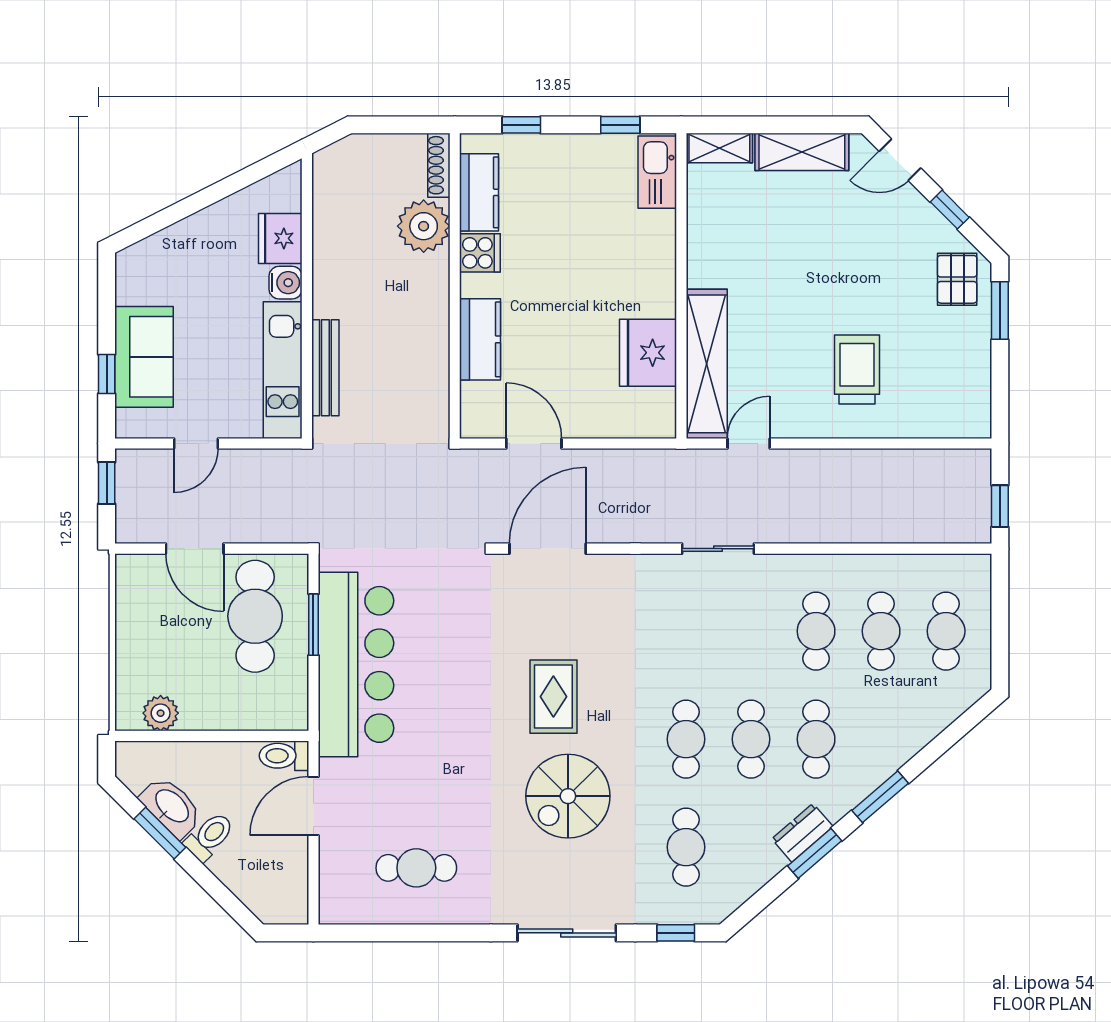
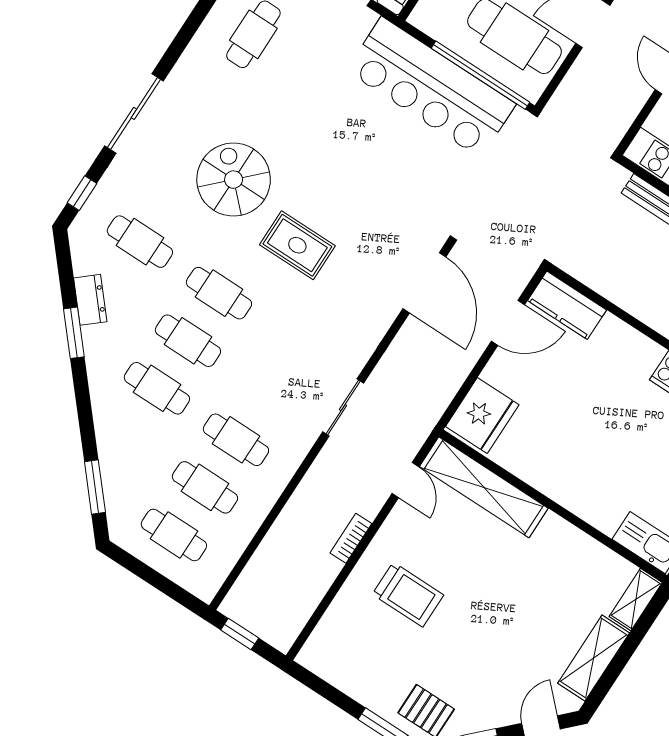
kitchen counter: (480, 339) -> (567, 305), moved
fridge: (648, 353) -> (482, 416), moved, turned 90
bookcase: (839, 459) -> (351, 538), added
window: (313, 625) -> (481, 75), width x2.11
rug: (553, 697) -> (297, 245), moved
window: (880, 797) -> (95, 487), moved
dresser: (802, 833) -> (90, 300), moved

